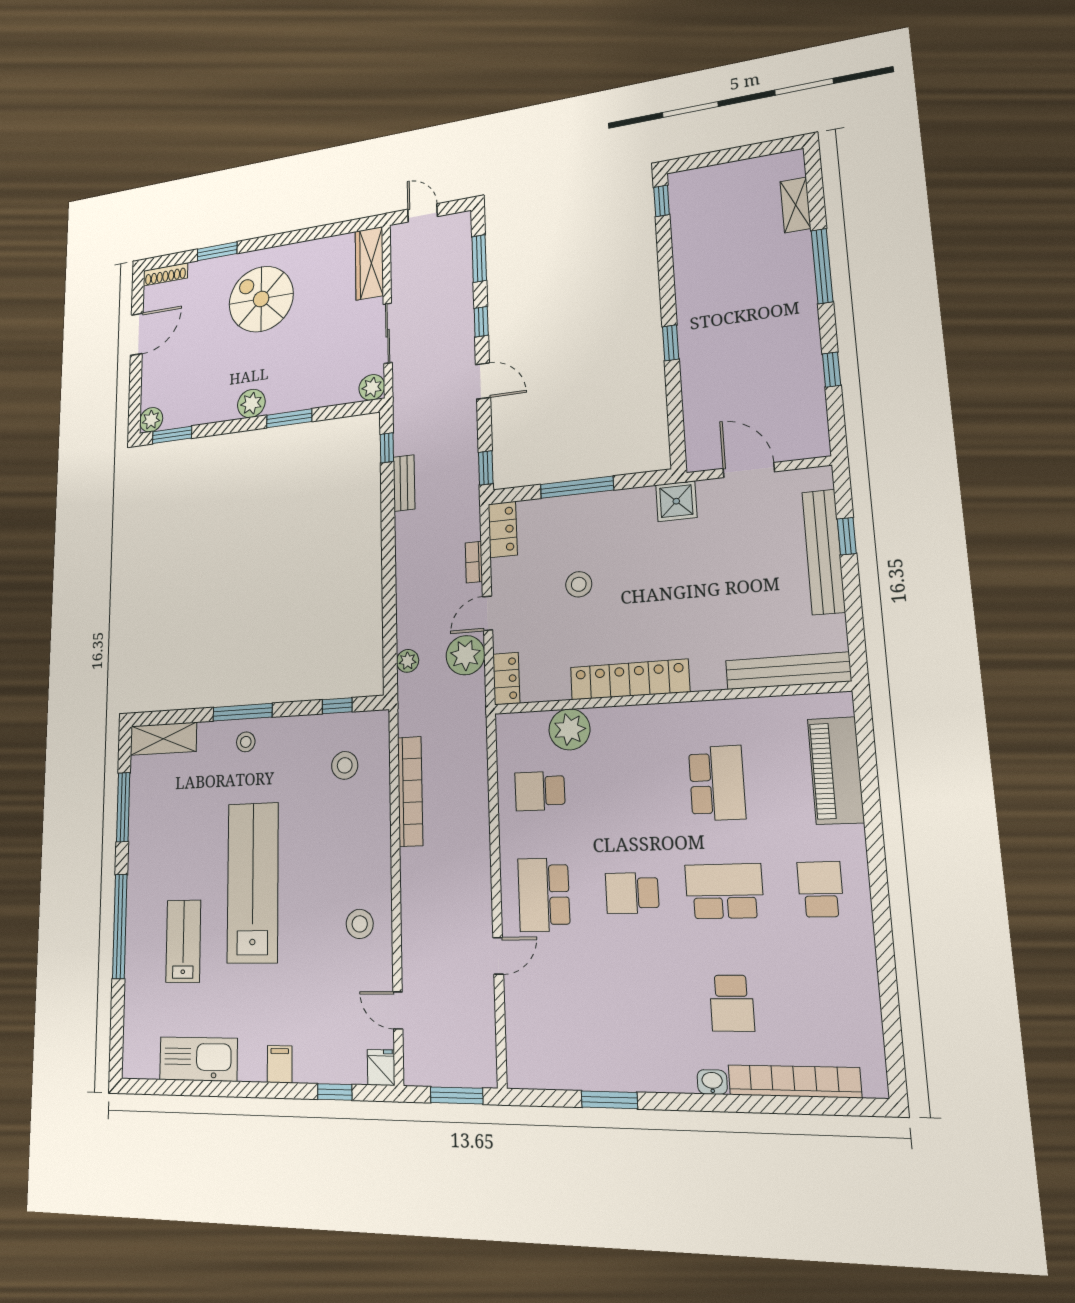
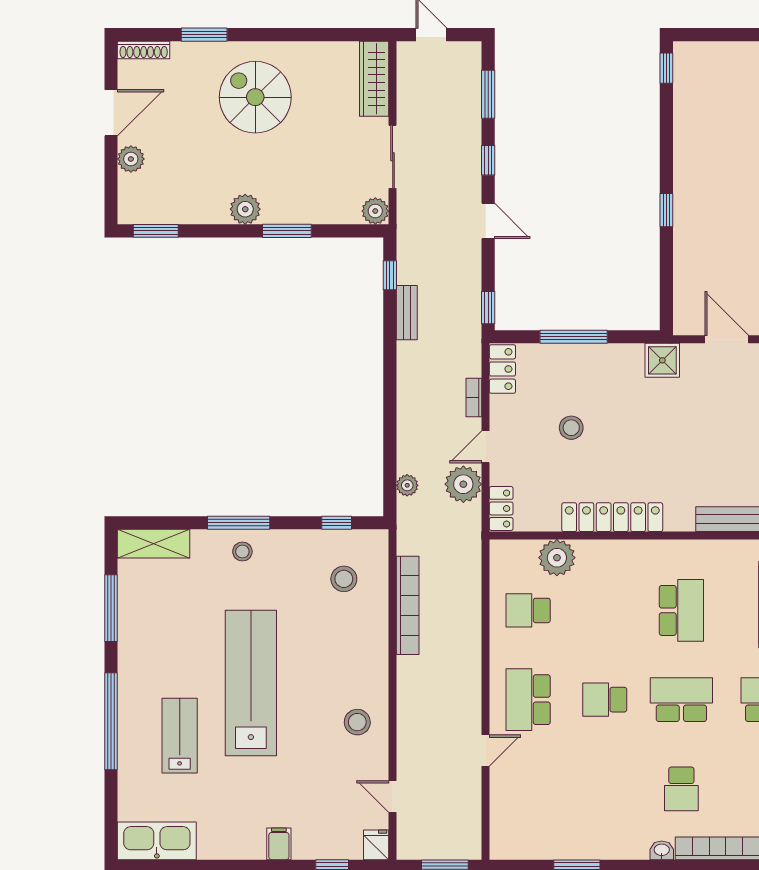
plant: (151, 420) -> (131, 159), moved
kitchen sink: (198, 1059) -> (157, 841), moved

